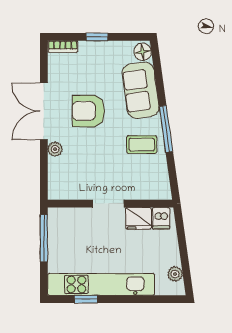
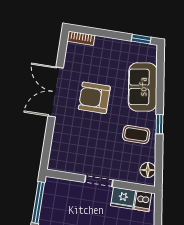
window: (97, 37) -> (141, 39), moved
floor lamp: (143, 52) -> (148, 170), moved
window: (166, 129) -> (159, 124), width x0.46
plant: (55, 149) -> (60, 126), removed

